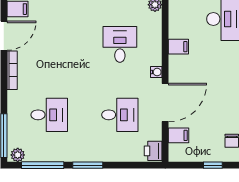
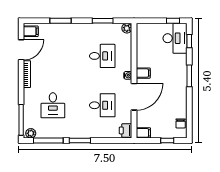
desk: (120, 44) -> (102, 56), turned 90
filing cabinet: (178, 47) -> (143, 73), moved
desk: (49, 115) -> (53, 105), turned 90
filing cabinet: (179, 135) -> (143, 133), moved

